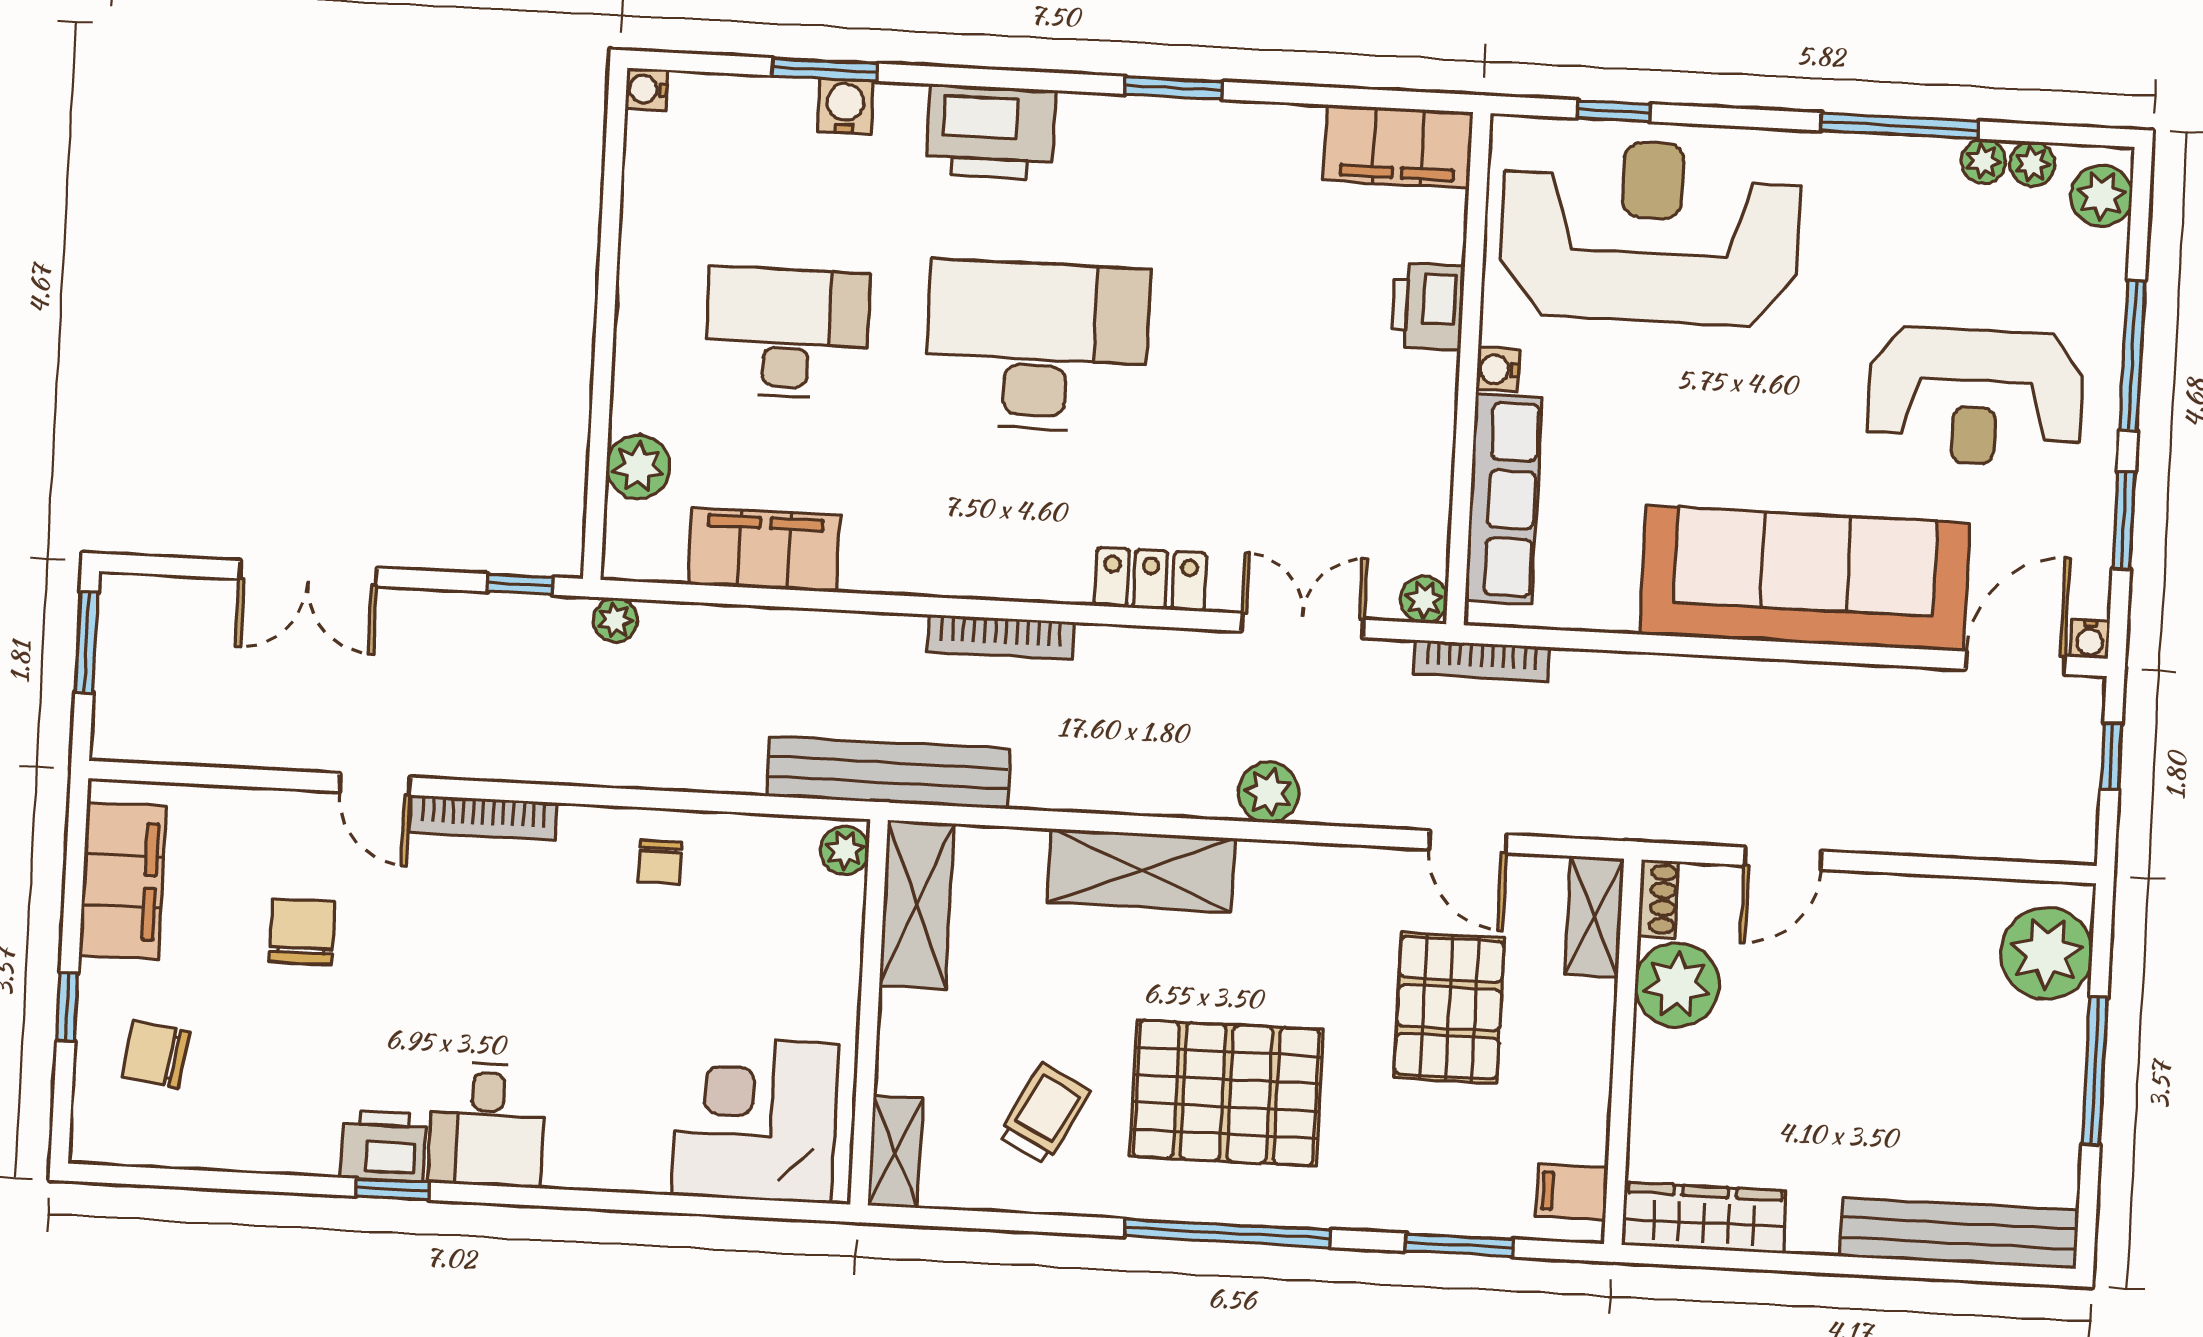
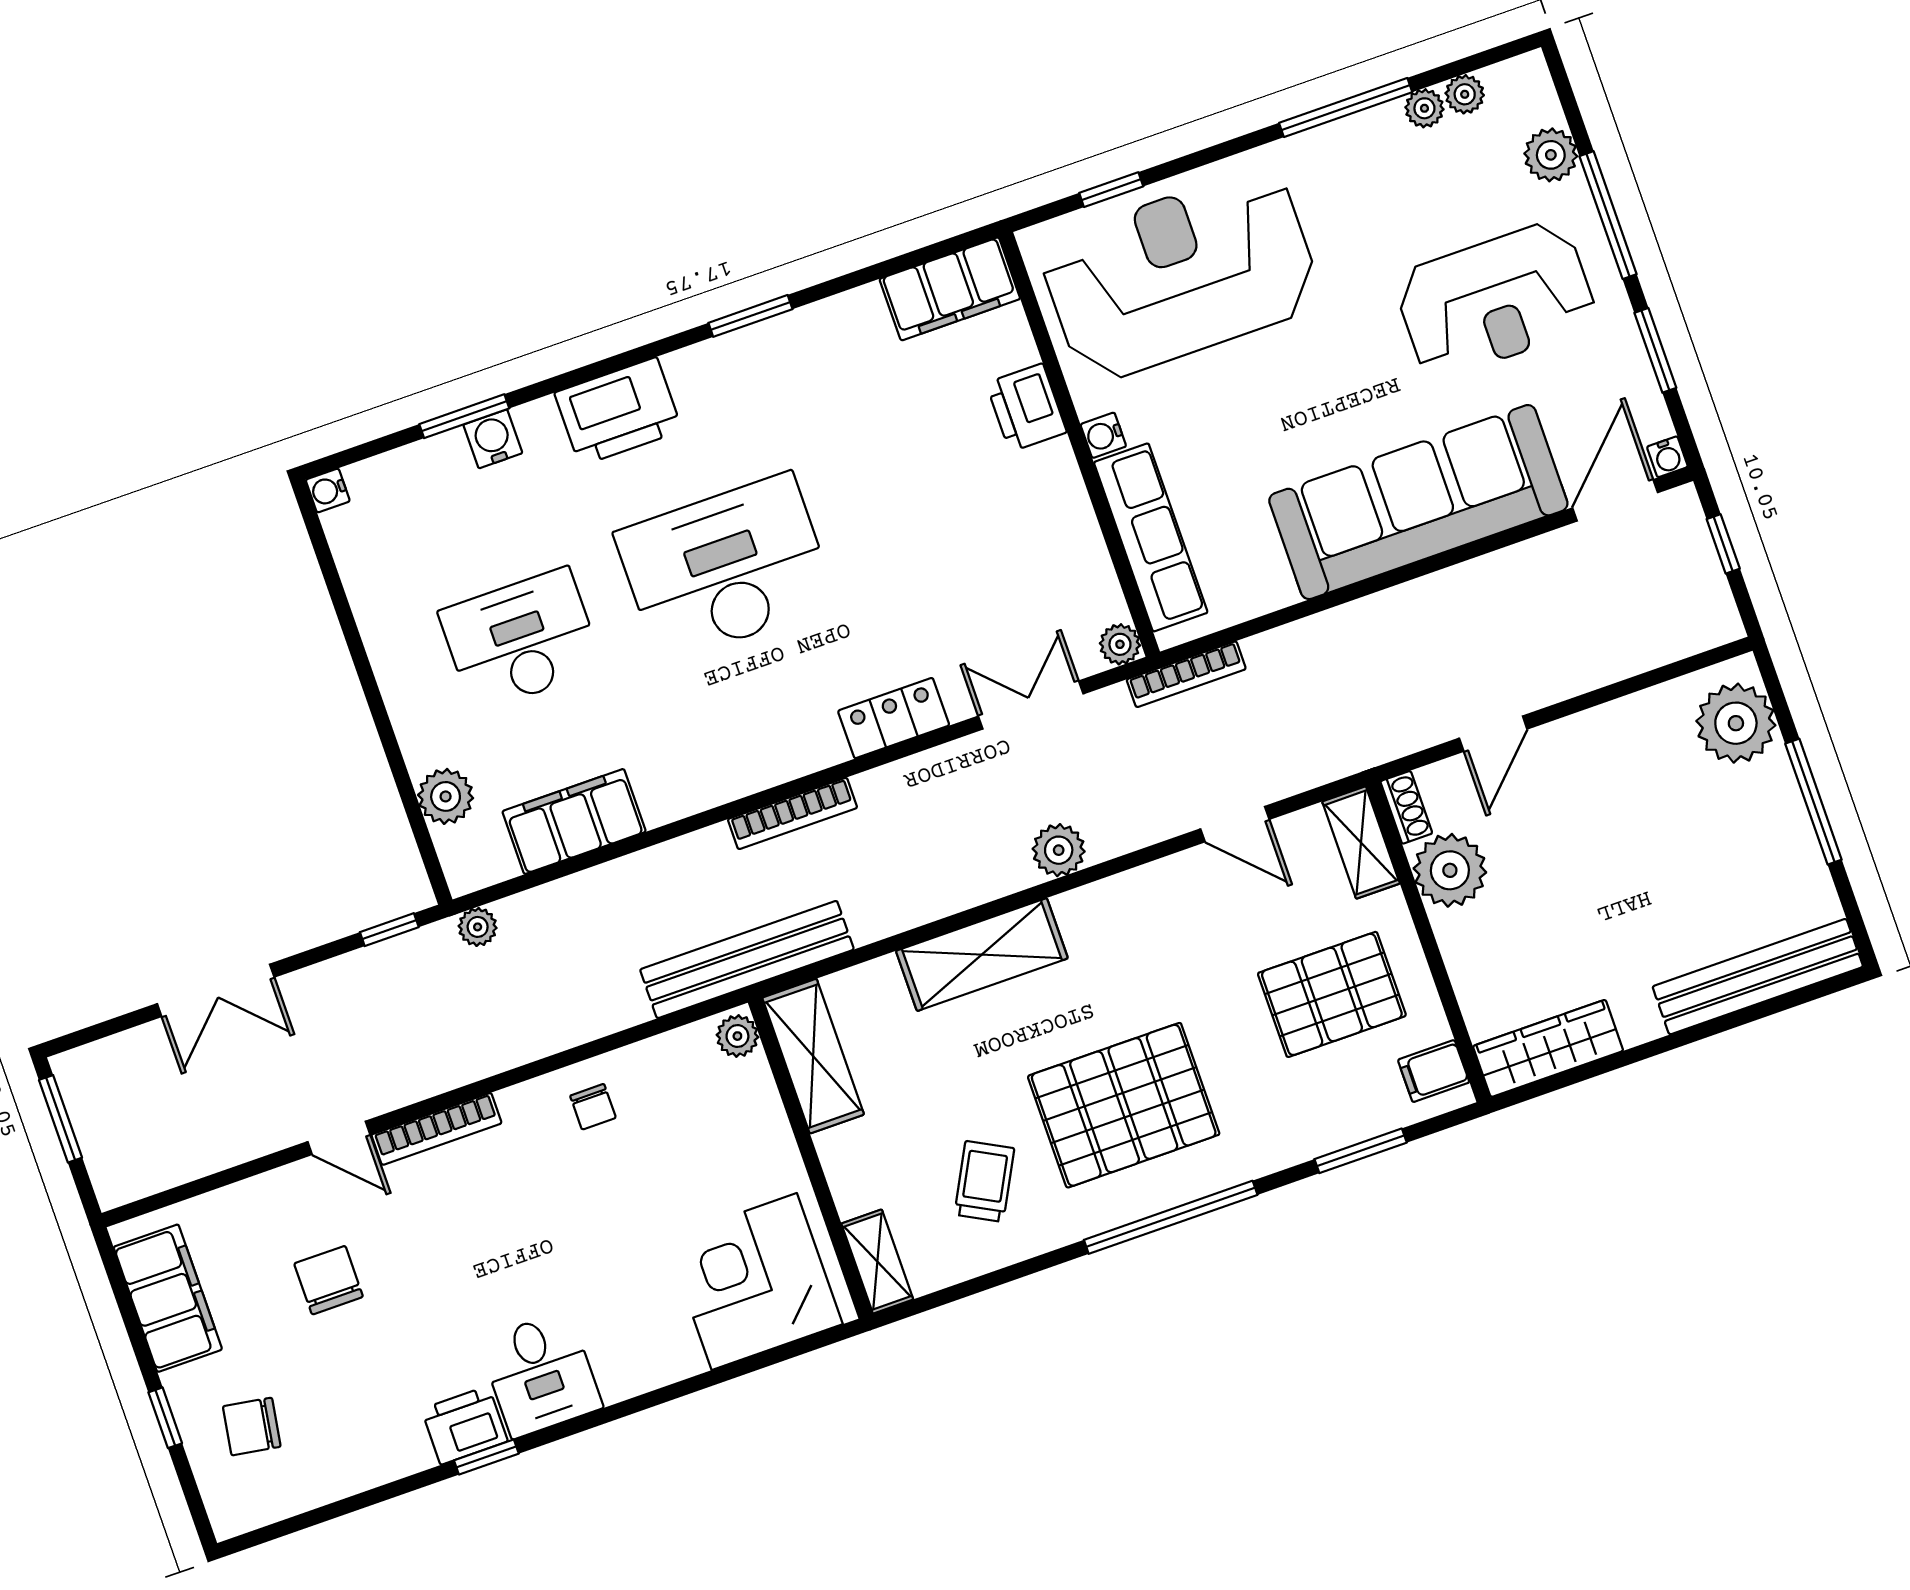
plant: (2101, 196) -> (1551, 155), moved
pallet: (1449, 1008) -> (1332, 994), moved, turned 90

